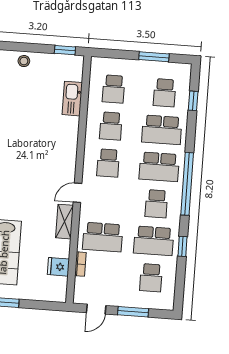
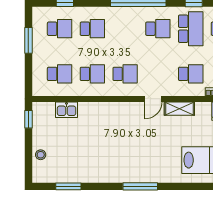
kitchen sink: (72, 99) -> (67, 110), width x0.73
school desk: (162, 130) -> (92, 29), width x0.54
school desk: (159, 167) -> (125, 29), removed
door: (78, 193) -> (153, 99), hinge flipped
school desk: (103, 237) -> (191, 74), width x0.54

